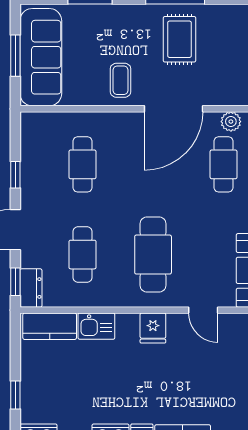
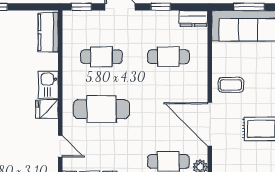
dresser: (31, 288) -> (193, 18), moved
door: (203, 310) -> (60, 146), swing flipped
kitchen sink: (96, 326) -> (48, 85), moved

